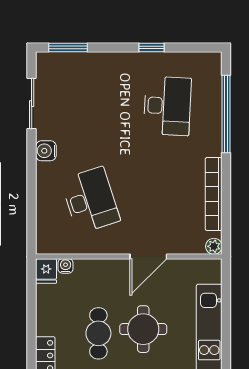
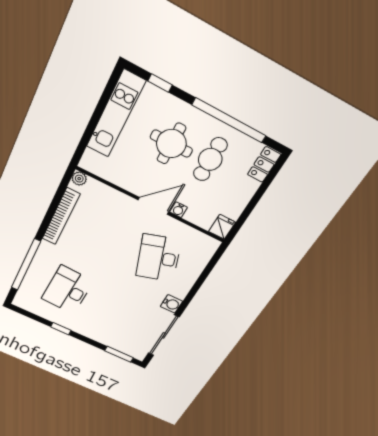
sliding door: (32, 104) -> (164, 335), width x1.37
door: (148, 256) -> (153, 206), moved
water cooler: (66, 266) -> (179, 210), moved

